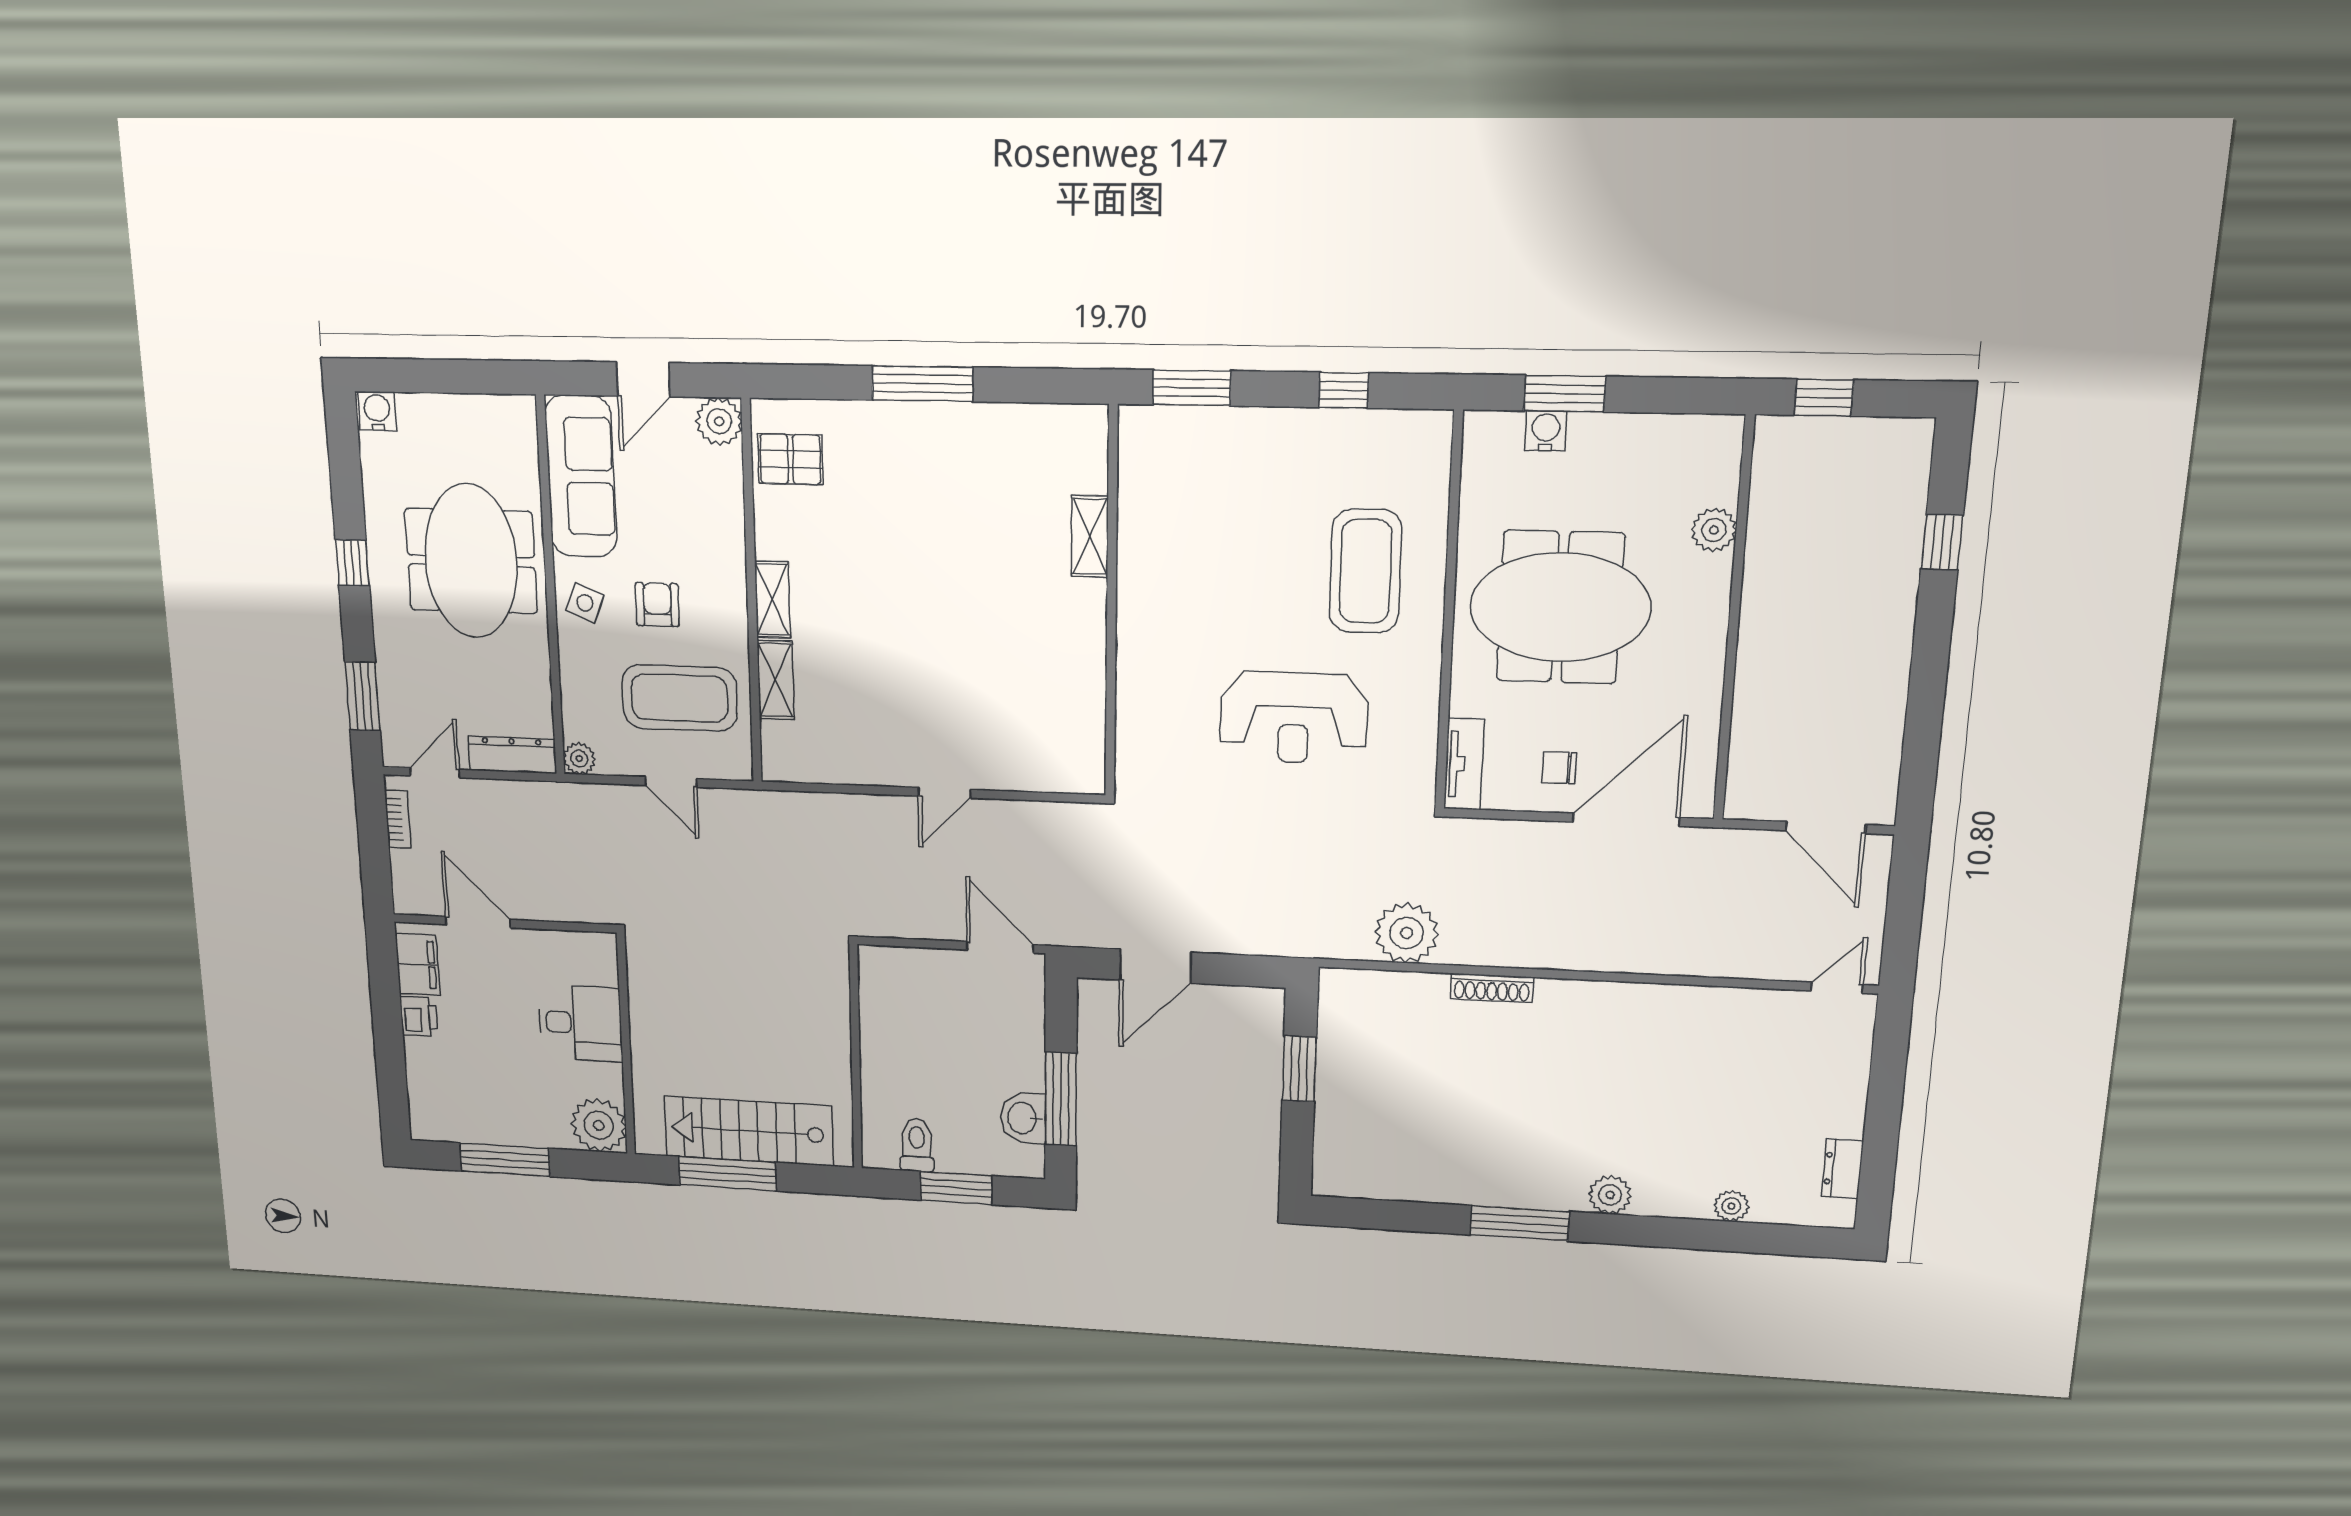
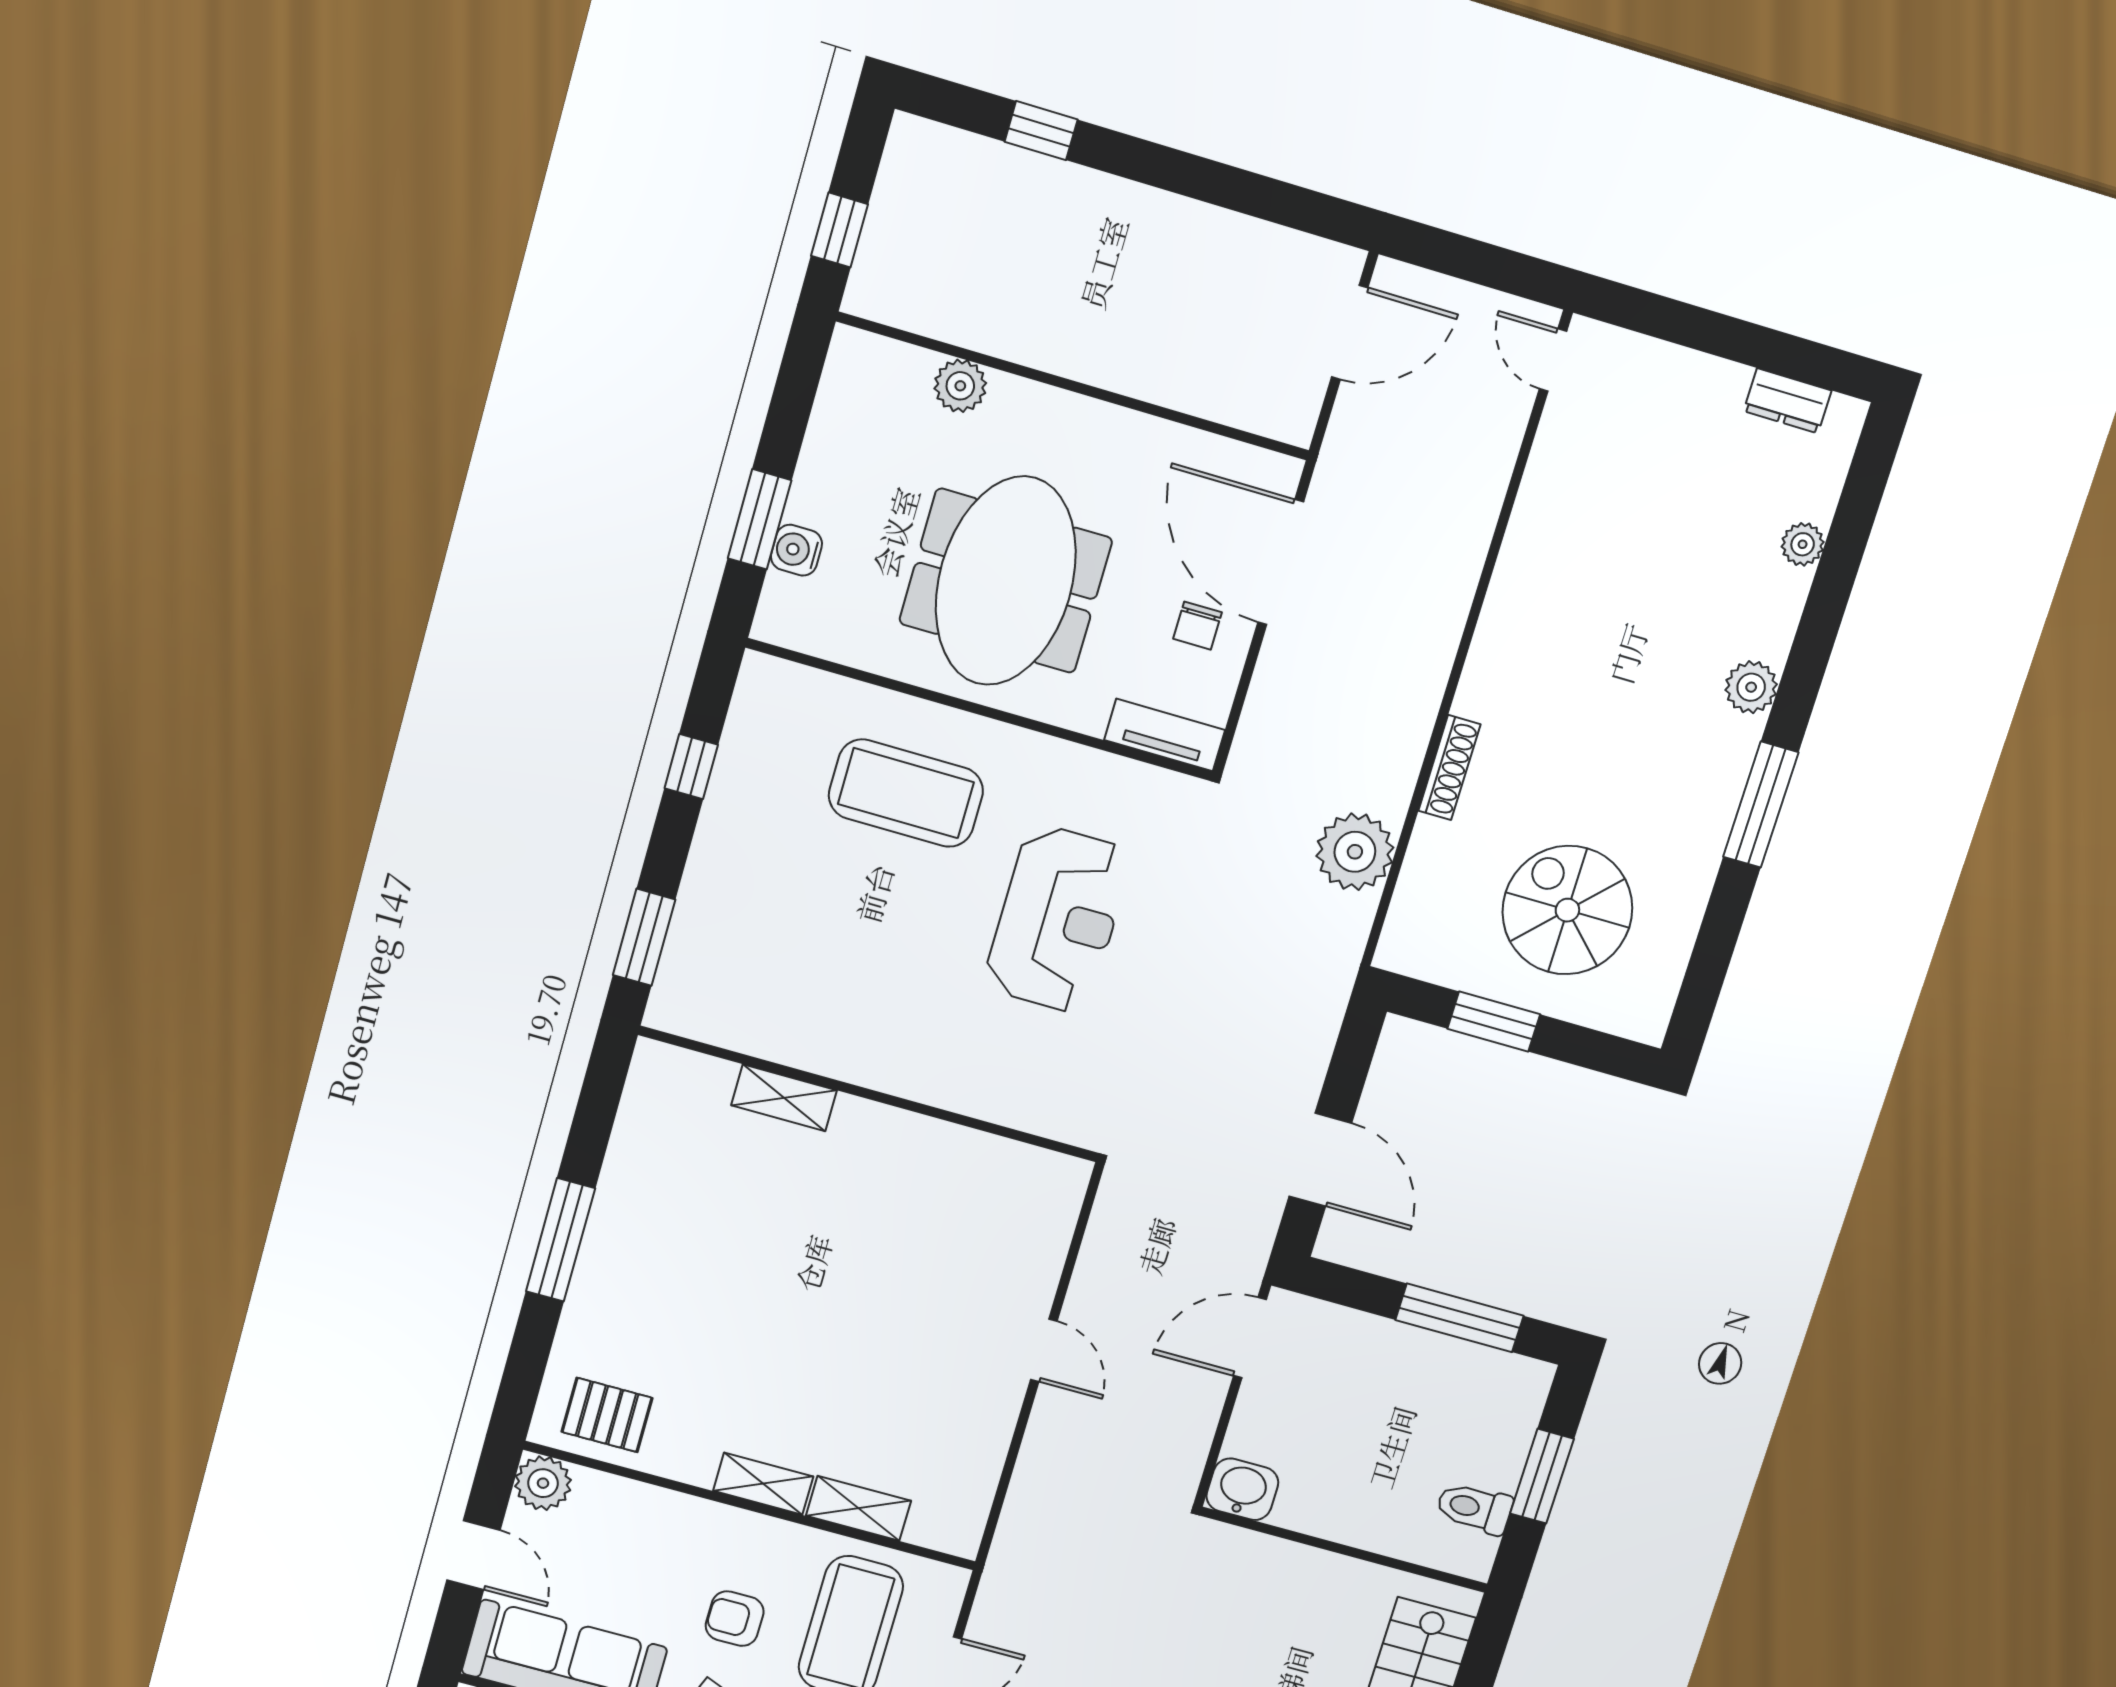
pallet: (790, 459) -> (607, 1415), turned 90
spiral stairs: (1401, 1102) -> (1567, 910), added
washbasin: (1023, 1118) -> (1242, 1489), moved, turned 180

